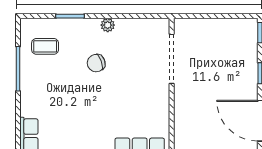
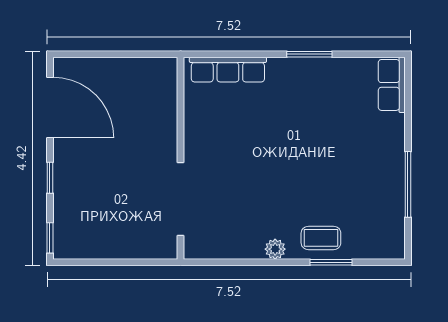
coffee table: (45, 46) -> (321, 238), moved
chair: (96, 63) -> (292, 193), removed

